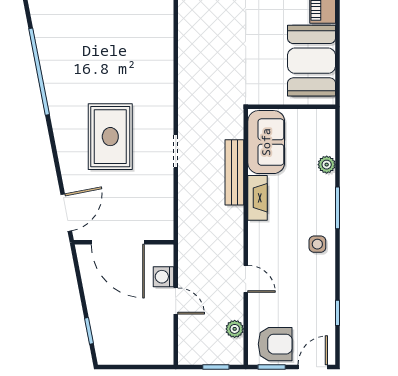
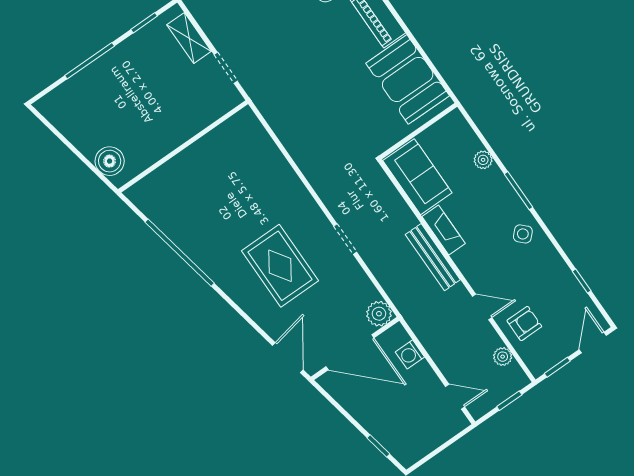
bench: (234, 172) -> (433, 257), moved
plant: (161, 228) -> (379, 314), added
side table: (317, 244) -> (523, 234), turned 45
door: (176, 301) -> (455, 397), moved
armchair: (275, 344) -> (524, 324), moved, width x0.72, depth x0.72

